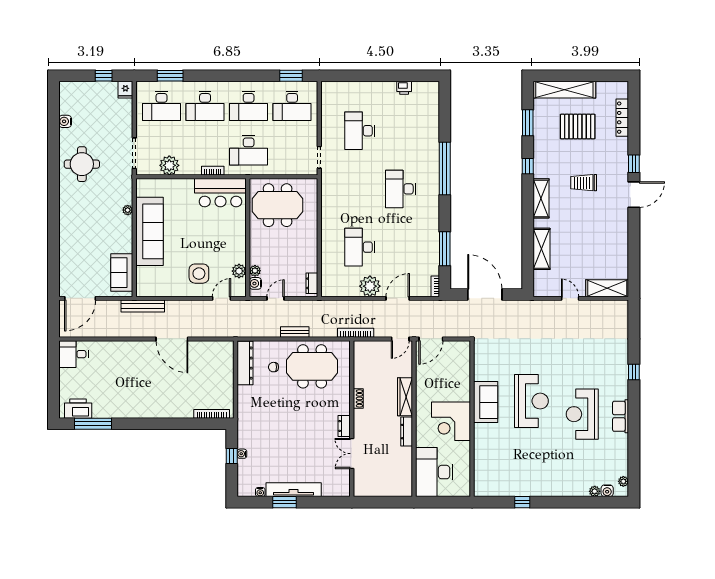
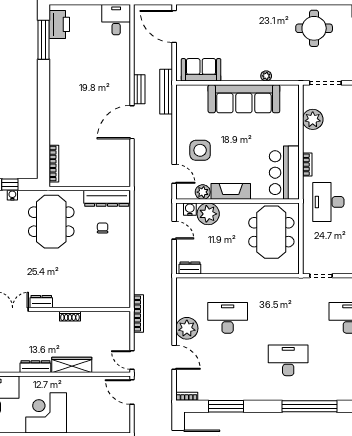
fireplace: (238, 244) -> (231, 191), added
plant: (255, 271) -> (208, 214), width x1.88, depth x1.88
bench: (295, 332) -> (139, 89), moved
meeting table: (312, 366) -> (51, 222), moved

